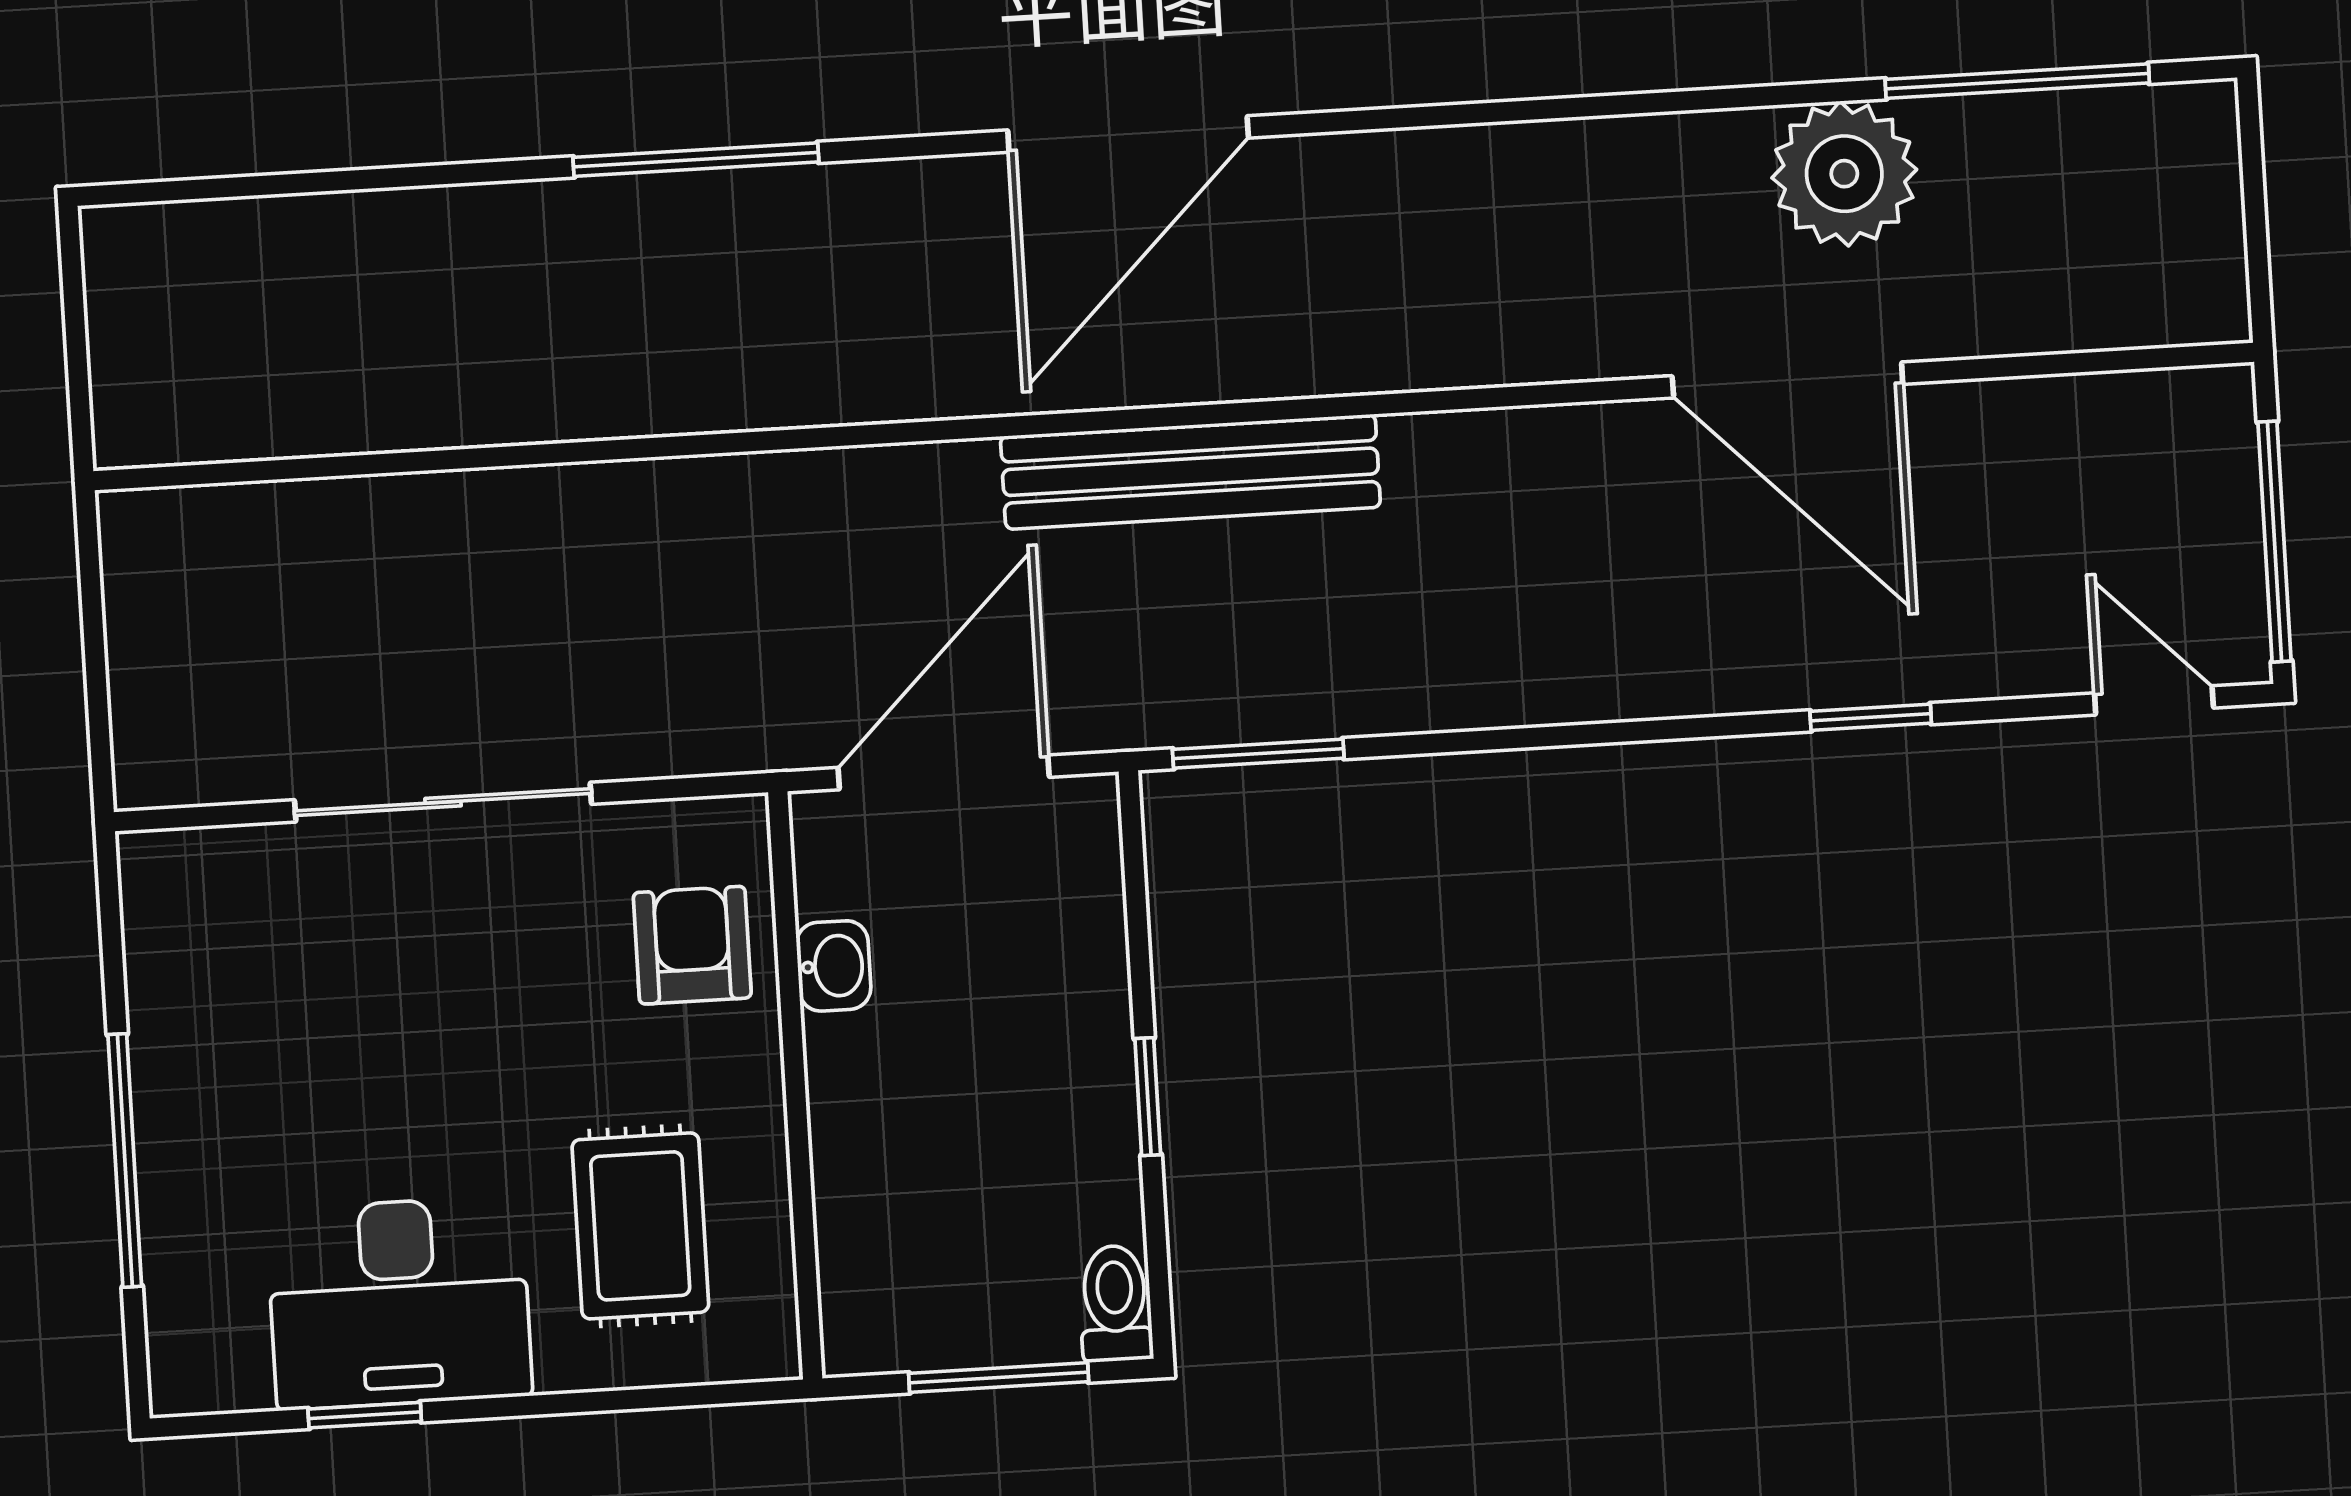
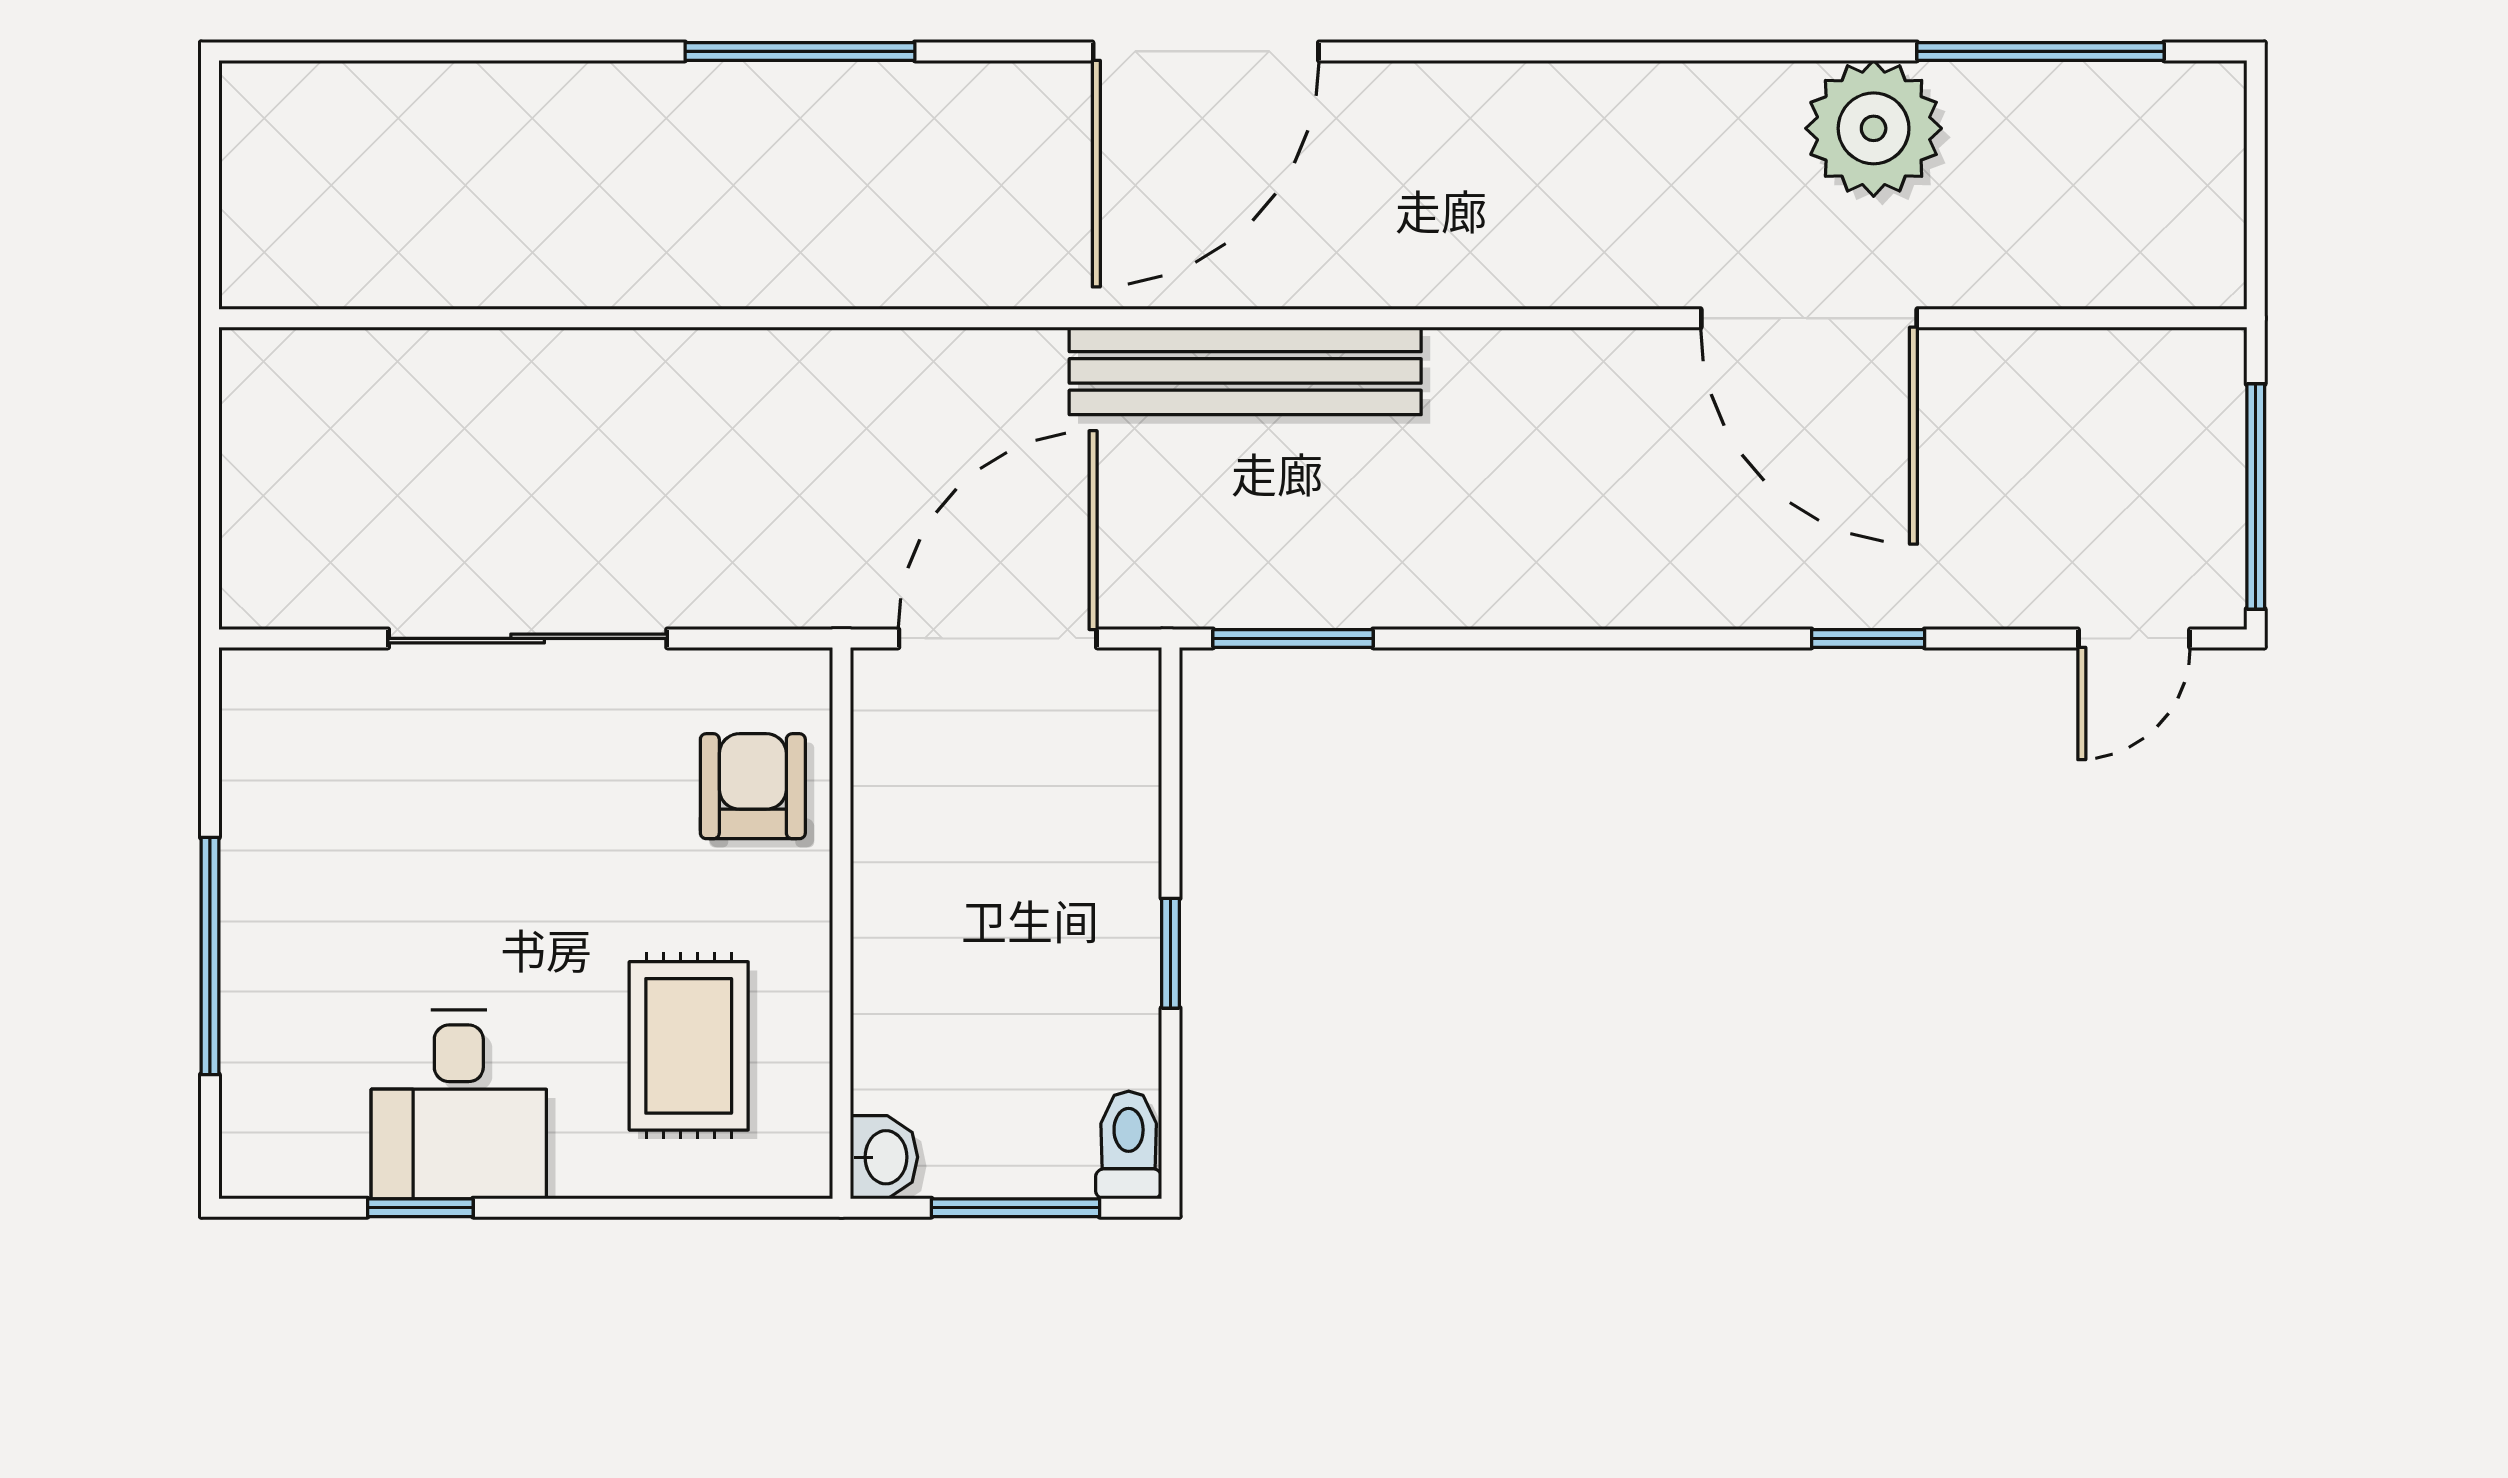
door: (2154, 700) -> (2134, 638), swing flipped
washbasin: (834, 966) -> (884, 1157), moved
desk: (399, 1303) -> (459, 1104), width x0.73

